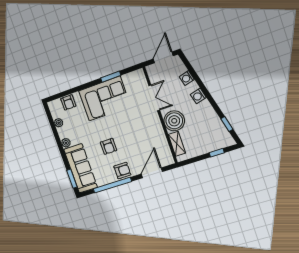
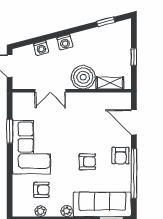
double door: (154, 98) -> (50, 91), swing flipped
armchair: (68, 102) -> (41, 190), moved
window: (217, 153) -> (134, 57), moved
armchair: (122, 171) -> (121, 156), turned 180

